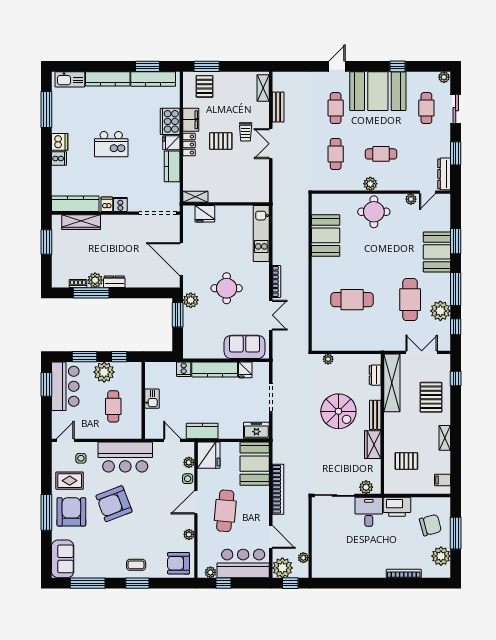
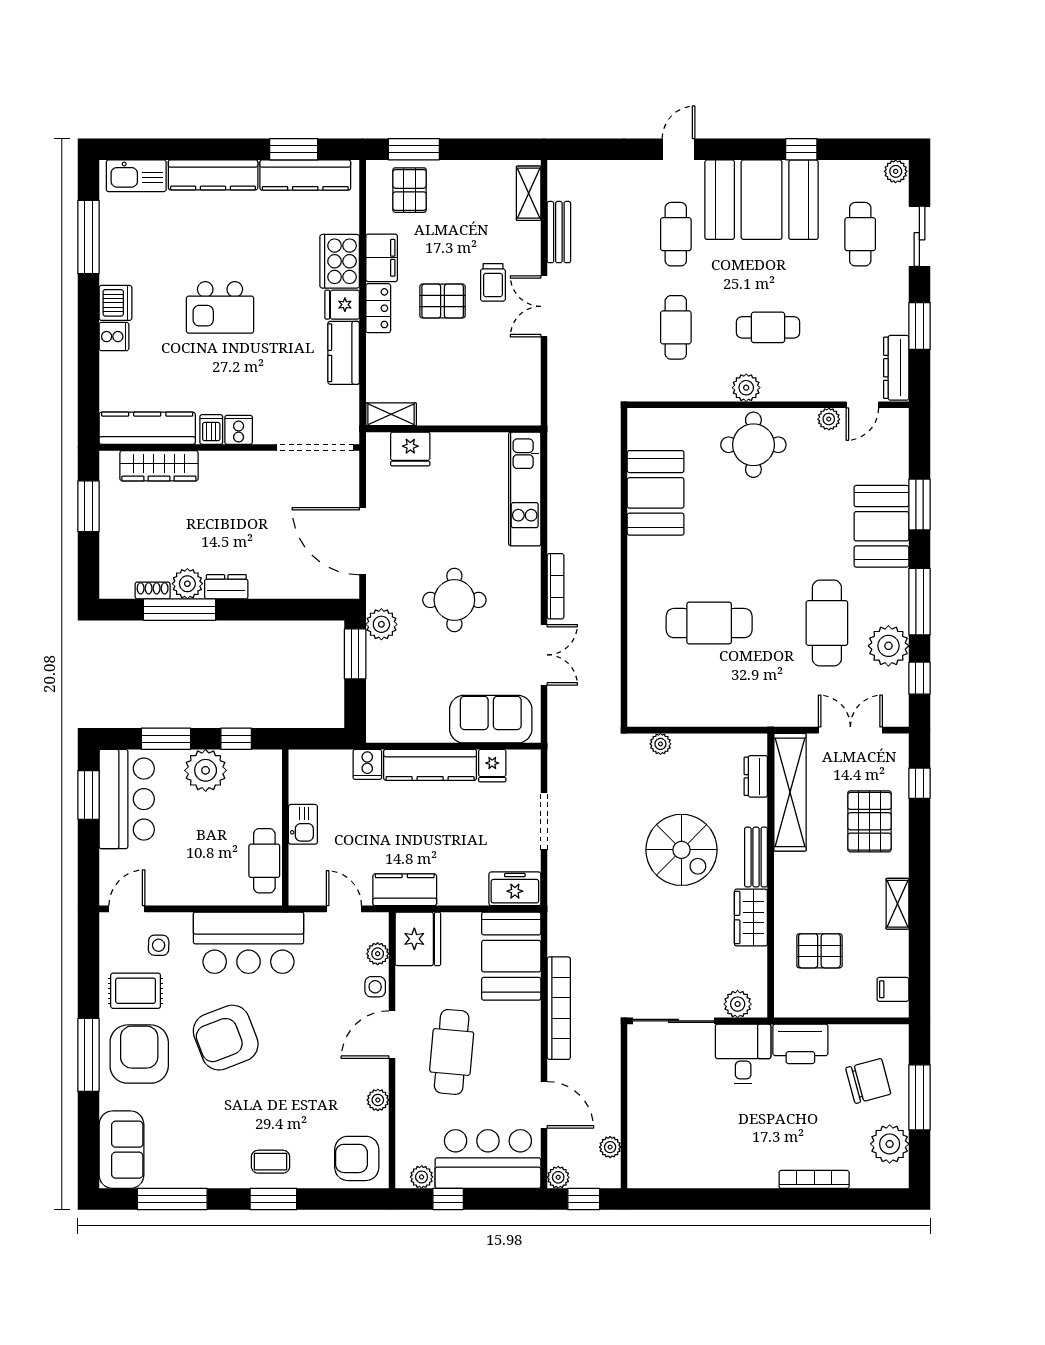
cafe table: (113, 406) -> (264, 861), moved
plant: (282, 568) -> (558, 1177), width x0.53, depth x0.53

